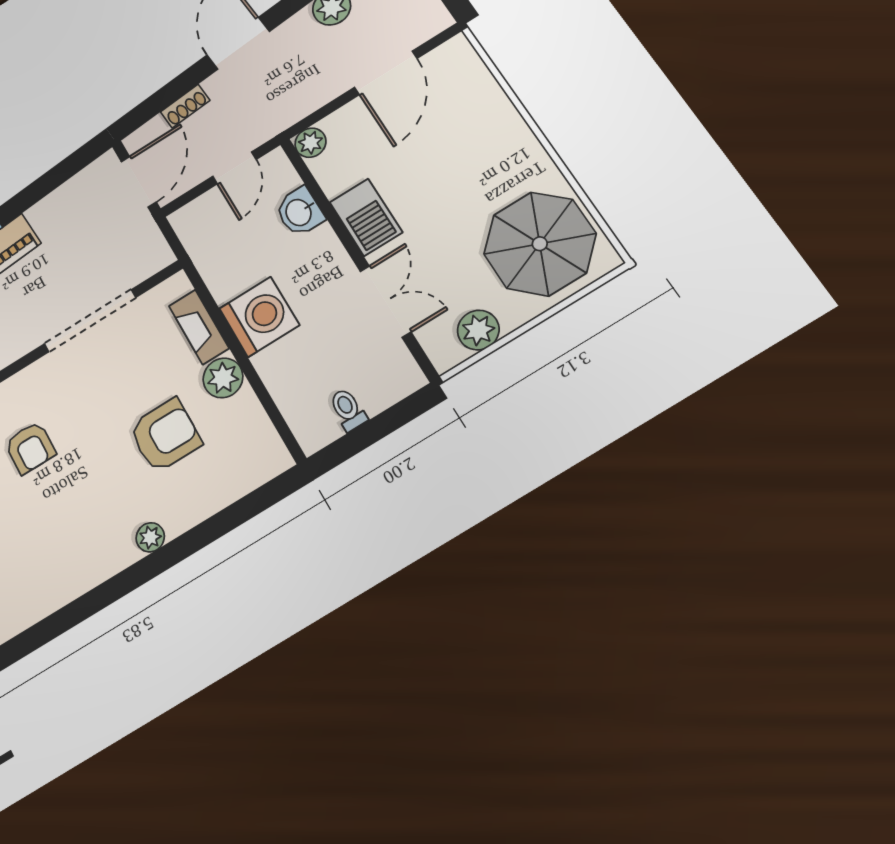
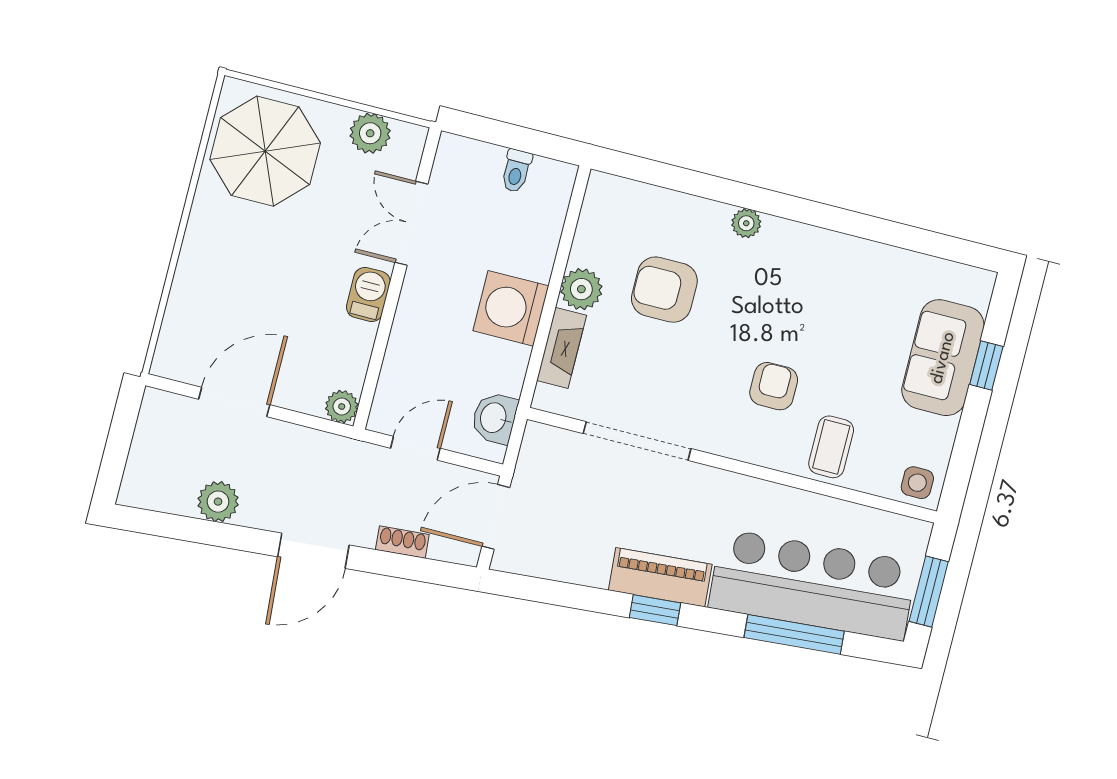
washbasin: (299, 212) -> (494, 418), moved, turned 180
barbecue: (366, 217) -> (368, 294), width x0.73, depth x0.79

